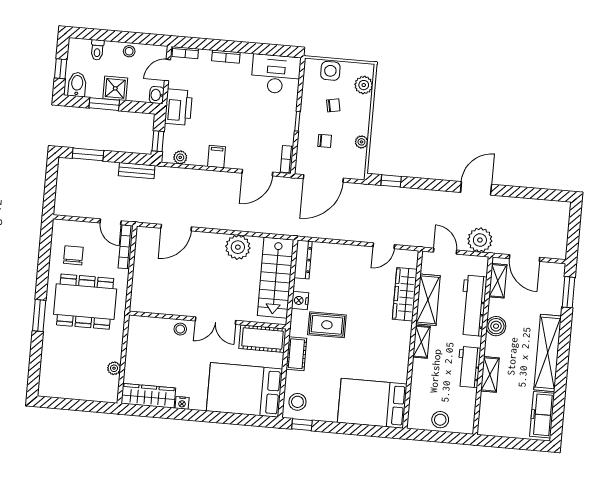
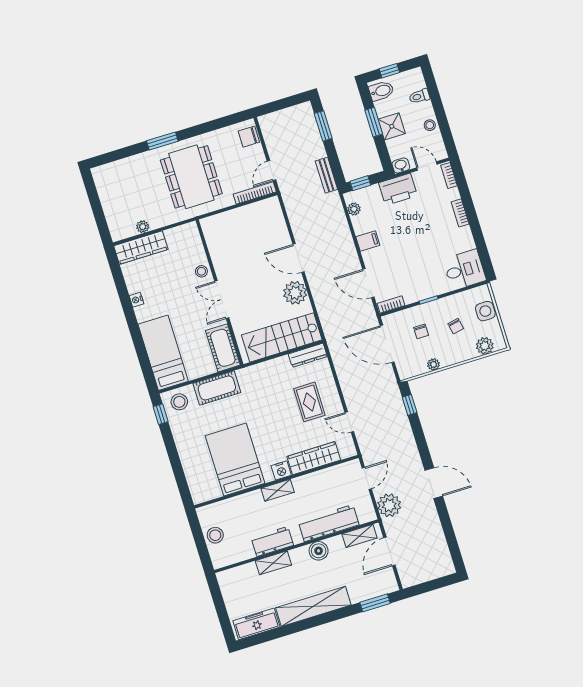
desk: (276, 74) -> (464, 270), width x0.73
door: (176, 228) -> (299, 258), moved
chair: (73, 255) -> (249, 137), moved, turned 180
shelving: (428, 300) -> (317, 481), removed
nightstand: (300, 301) -> (281, 470), moved, turned 180
rug: (327, 325) -> (309, 402), moved
cot: (296, 354) -> (217, 388), width x1.37, depth x1.34
bed: (244, 390) -> (163, 353), width x0.67
wardrobe: (148, 396) -> (141, 248), moved, turned 90
bed: (372, 403) -> (235, 460), moved

